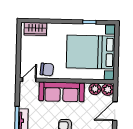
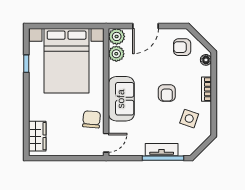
door: (29, 80) -> (106, 143), swing flipped
sofa: (62, 92) -> (121, 99), width x0.73
door: (115, 111) -> (146, 26), hinge flipped

